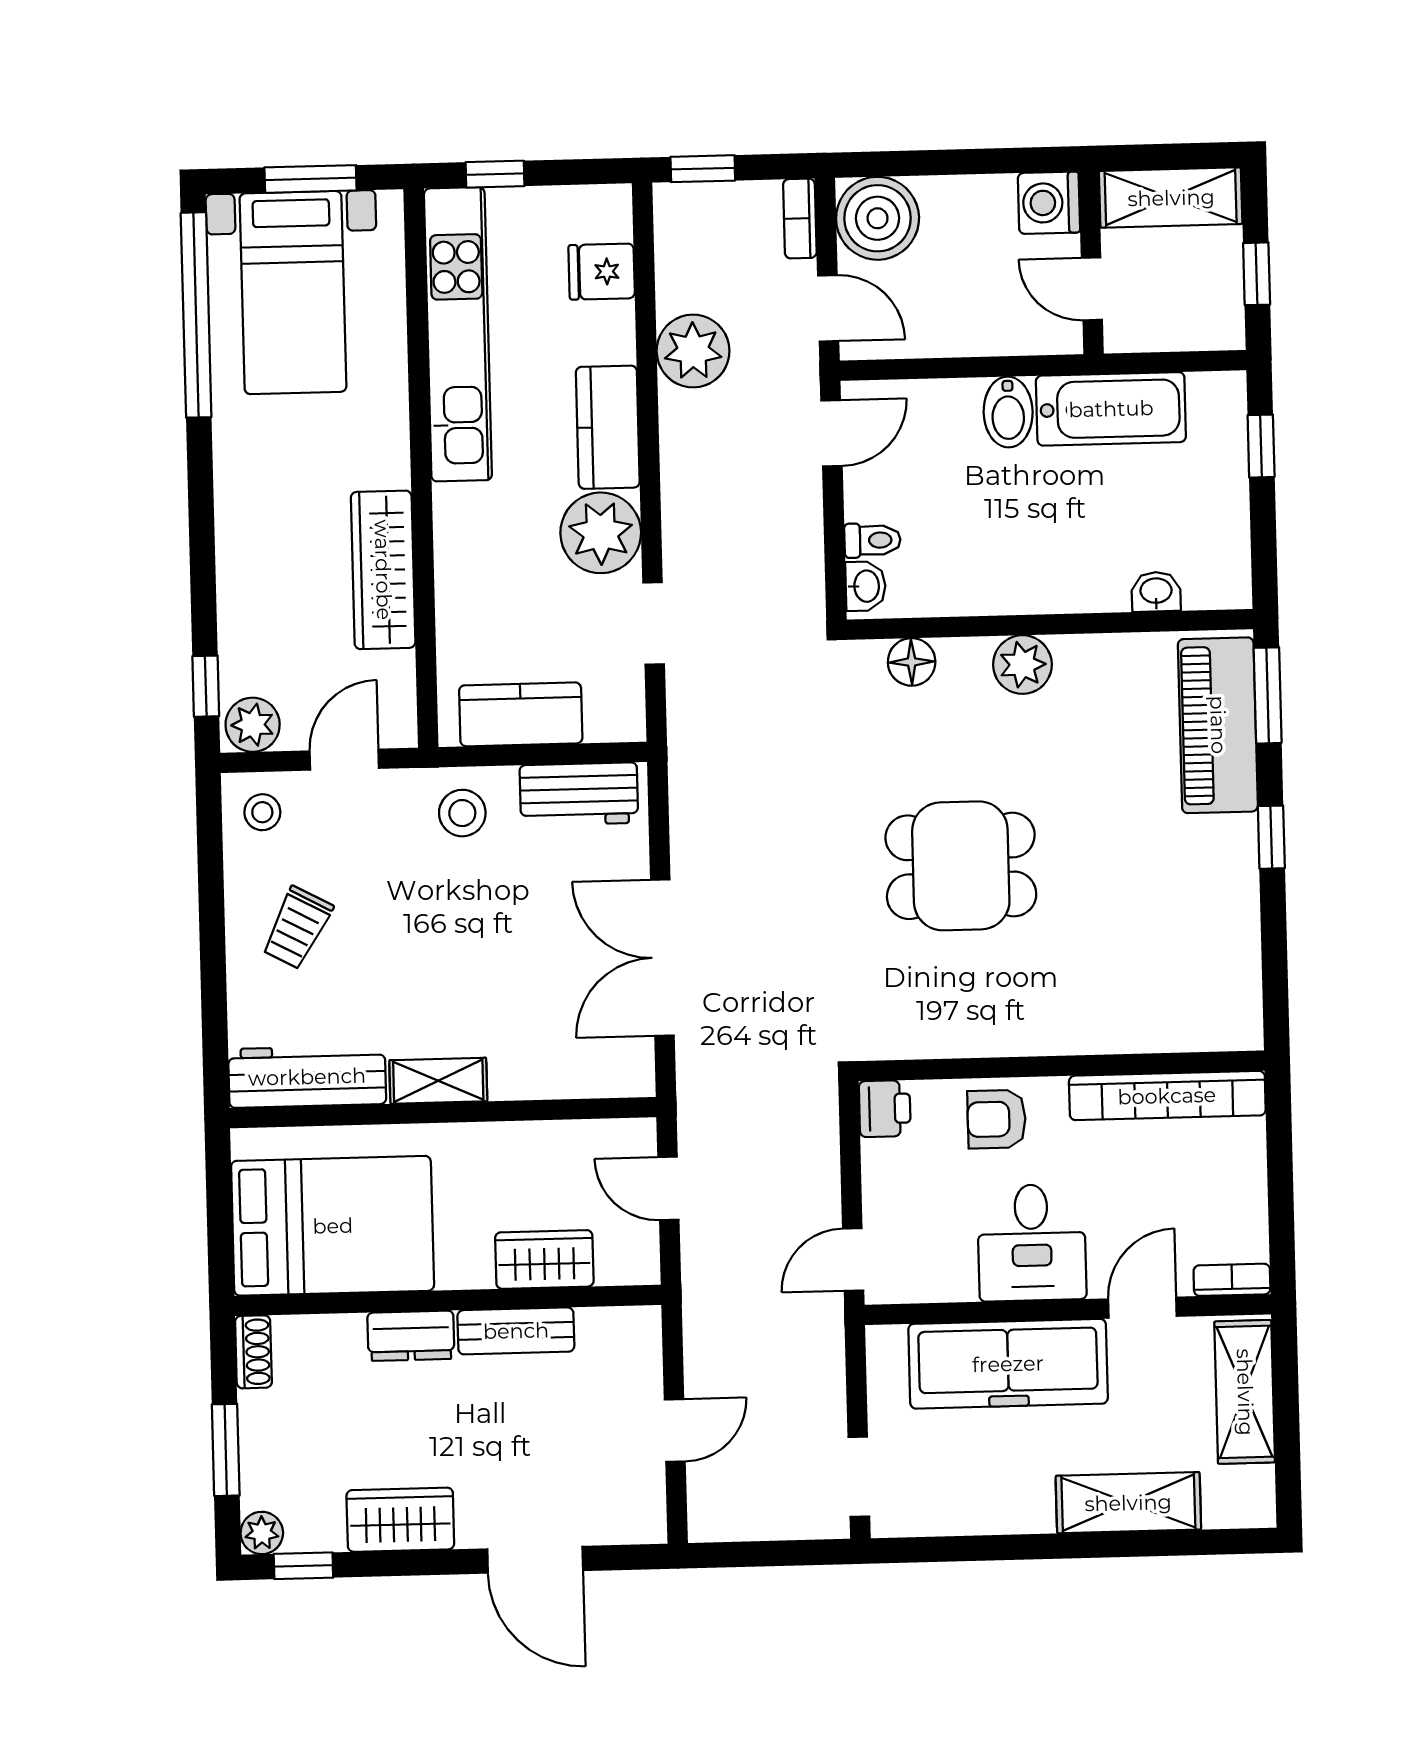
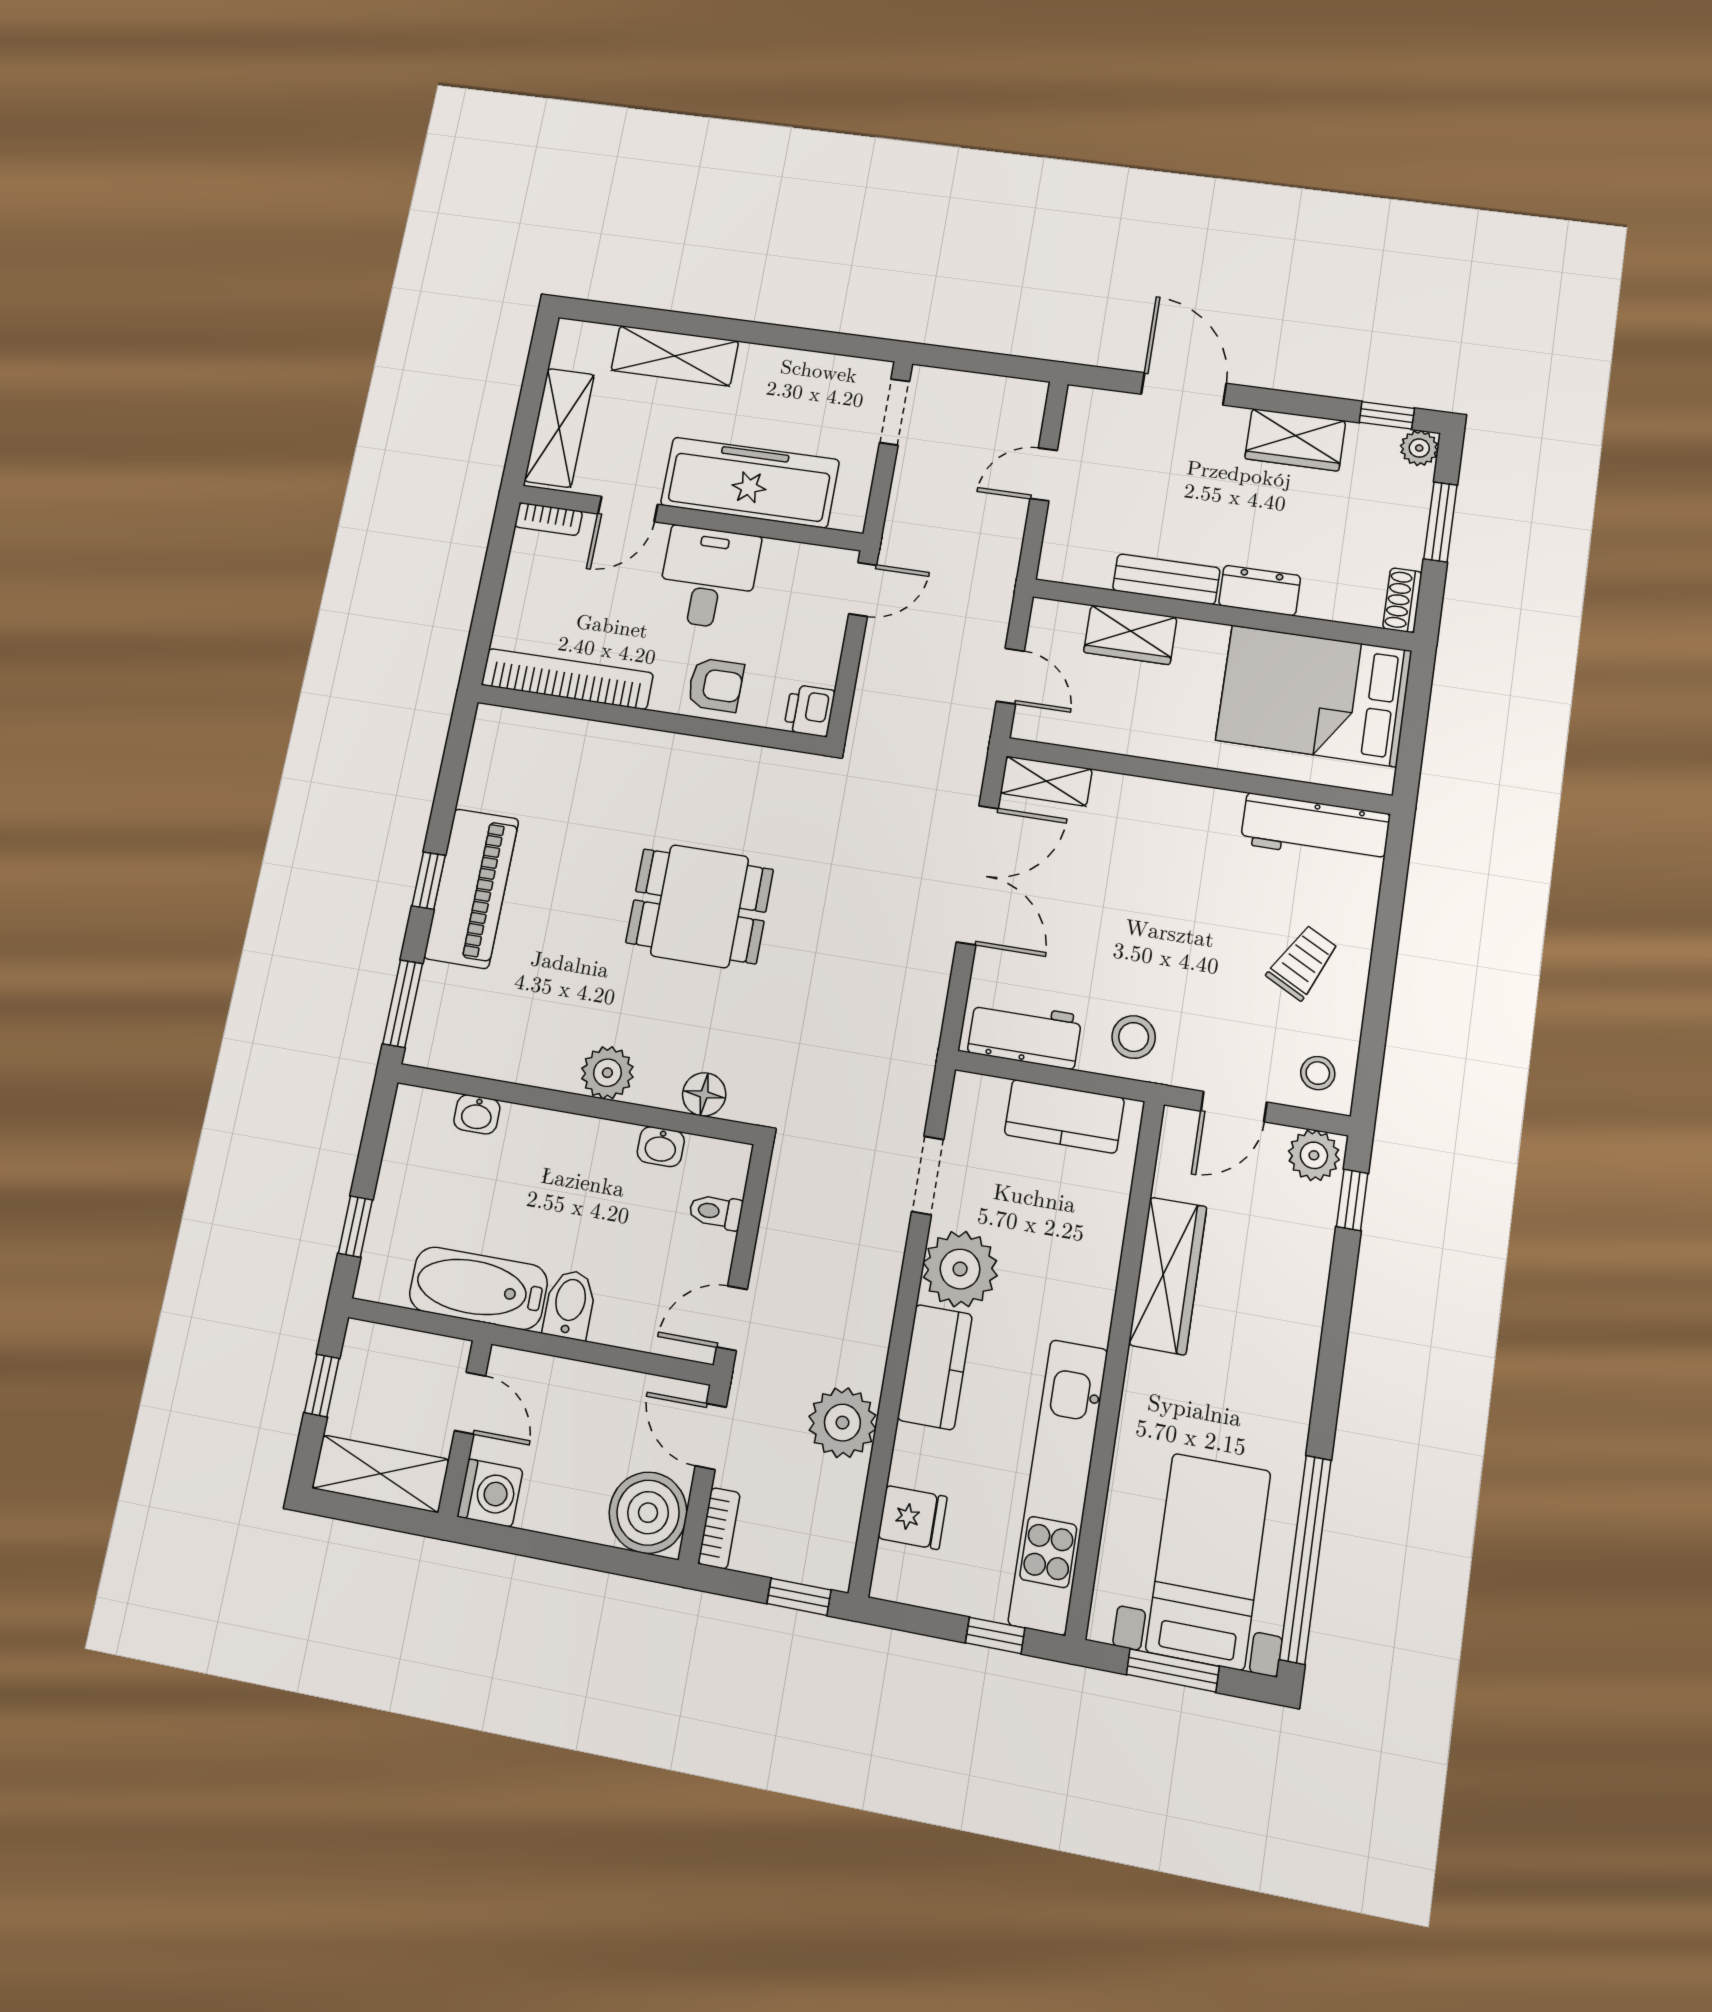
washbasin: (865, 586) -> (661, 1147), moved, turned -90
piano: (1218, 725) -> (471, 888), moved
shelving: (438, 1081) -> (1046, 781), moved

